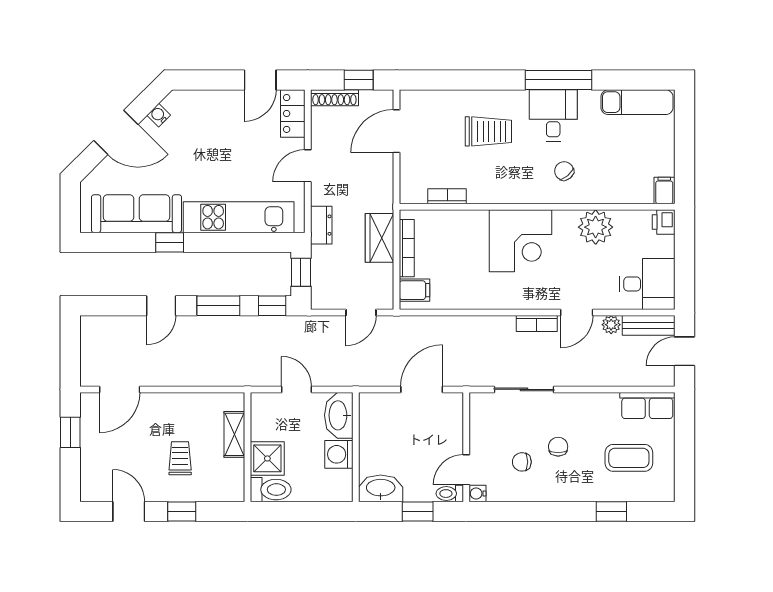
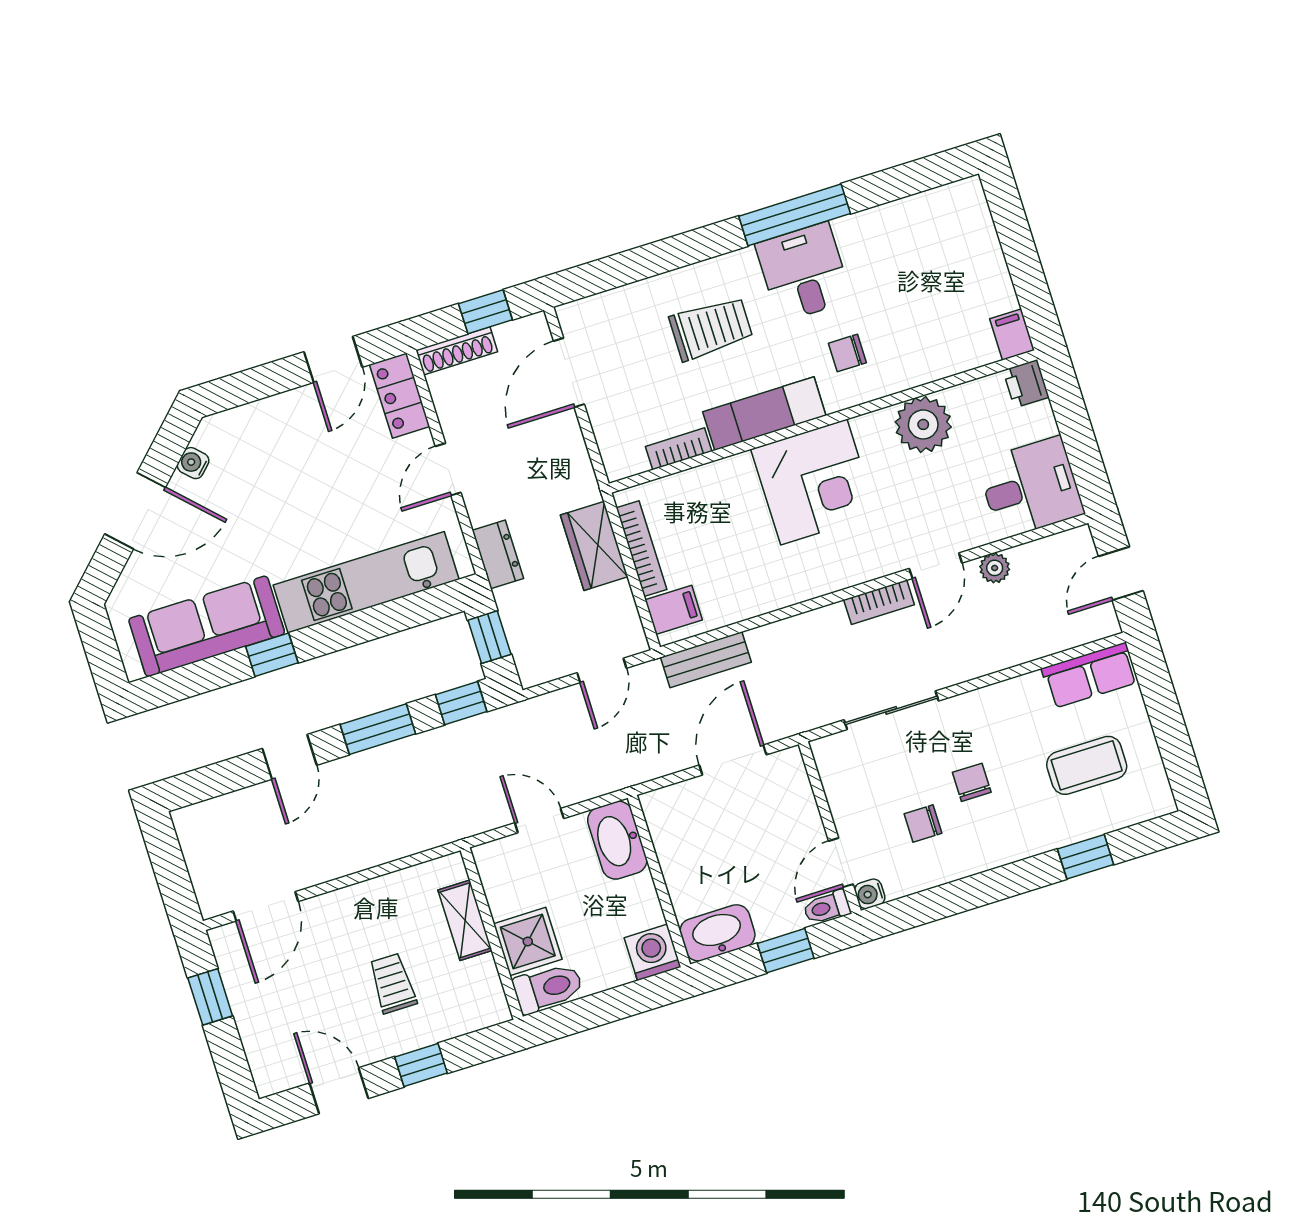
exam couch: (637, 102) -> (764, 414), moved, turned 180
chair: (564, 171) -> (847, 353), turned -50
bench: (649, 325) -> (706, 660), moved
washing machine: (339, 454) -> (653, 952), moved, turned 90

